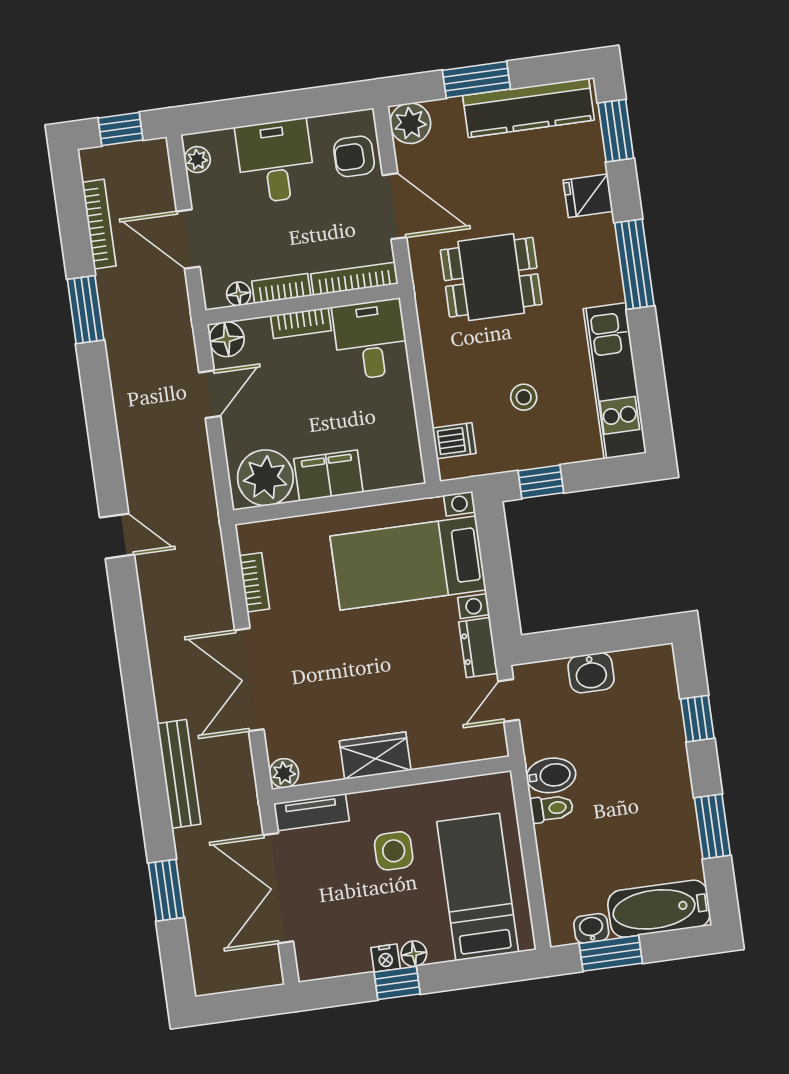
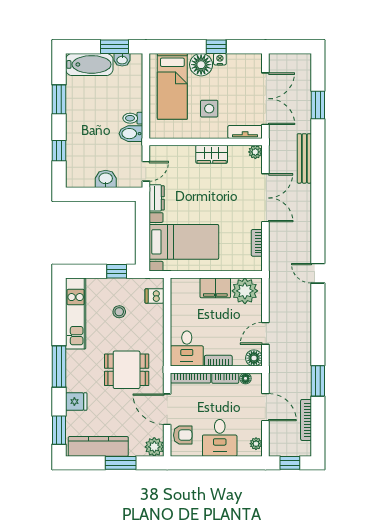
floor lamp: (414, 954) -> (201, 65), width x1.89, depth x1.89

